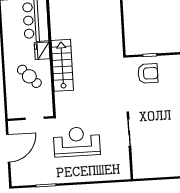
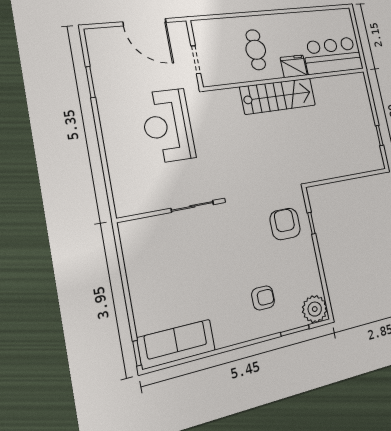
armchair: (148, 73) -> (285, 224), turned 180
cafe table: (29, 76) -> (256, 50), turned -46
reception desk: (77, 142) -> (168, 126), turned 180

